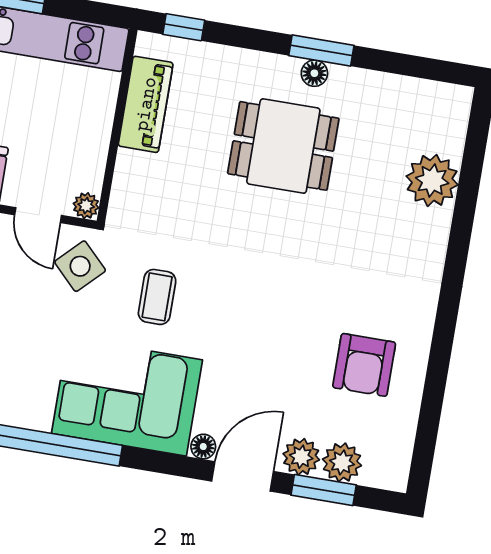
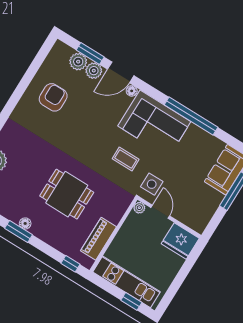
dining table: (283, 146) -> (67, 194), moved
side table: (80, 266) -> (152, 184), turned 45
coffee table: (157, 297) -> (126, 159), turned 90

